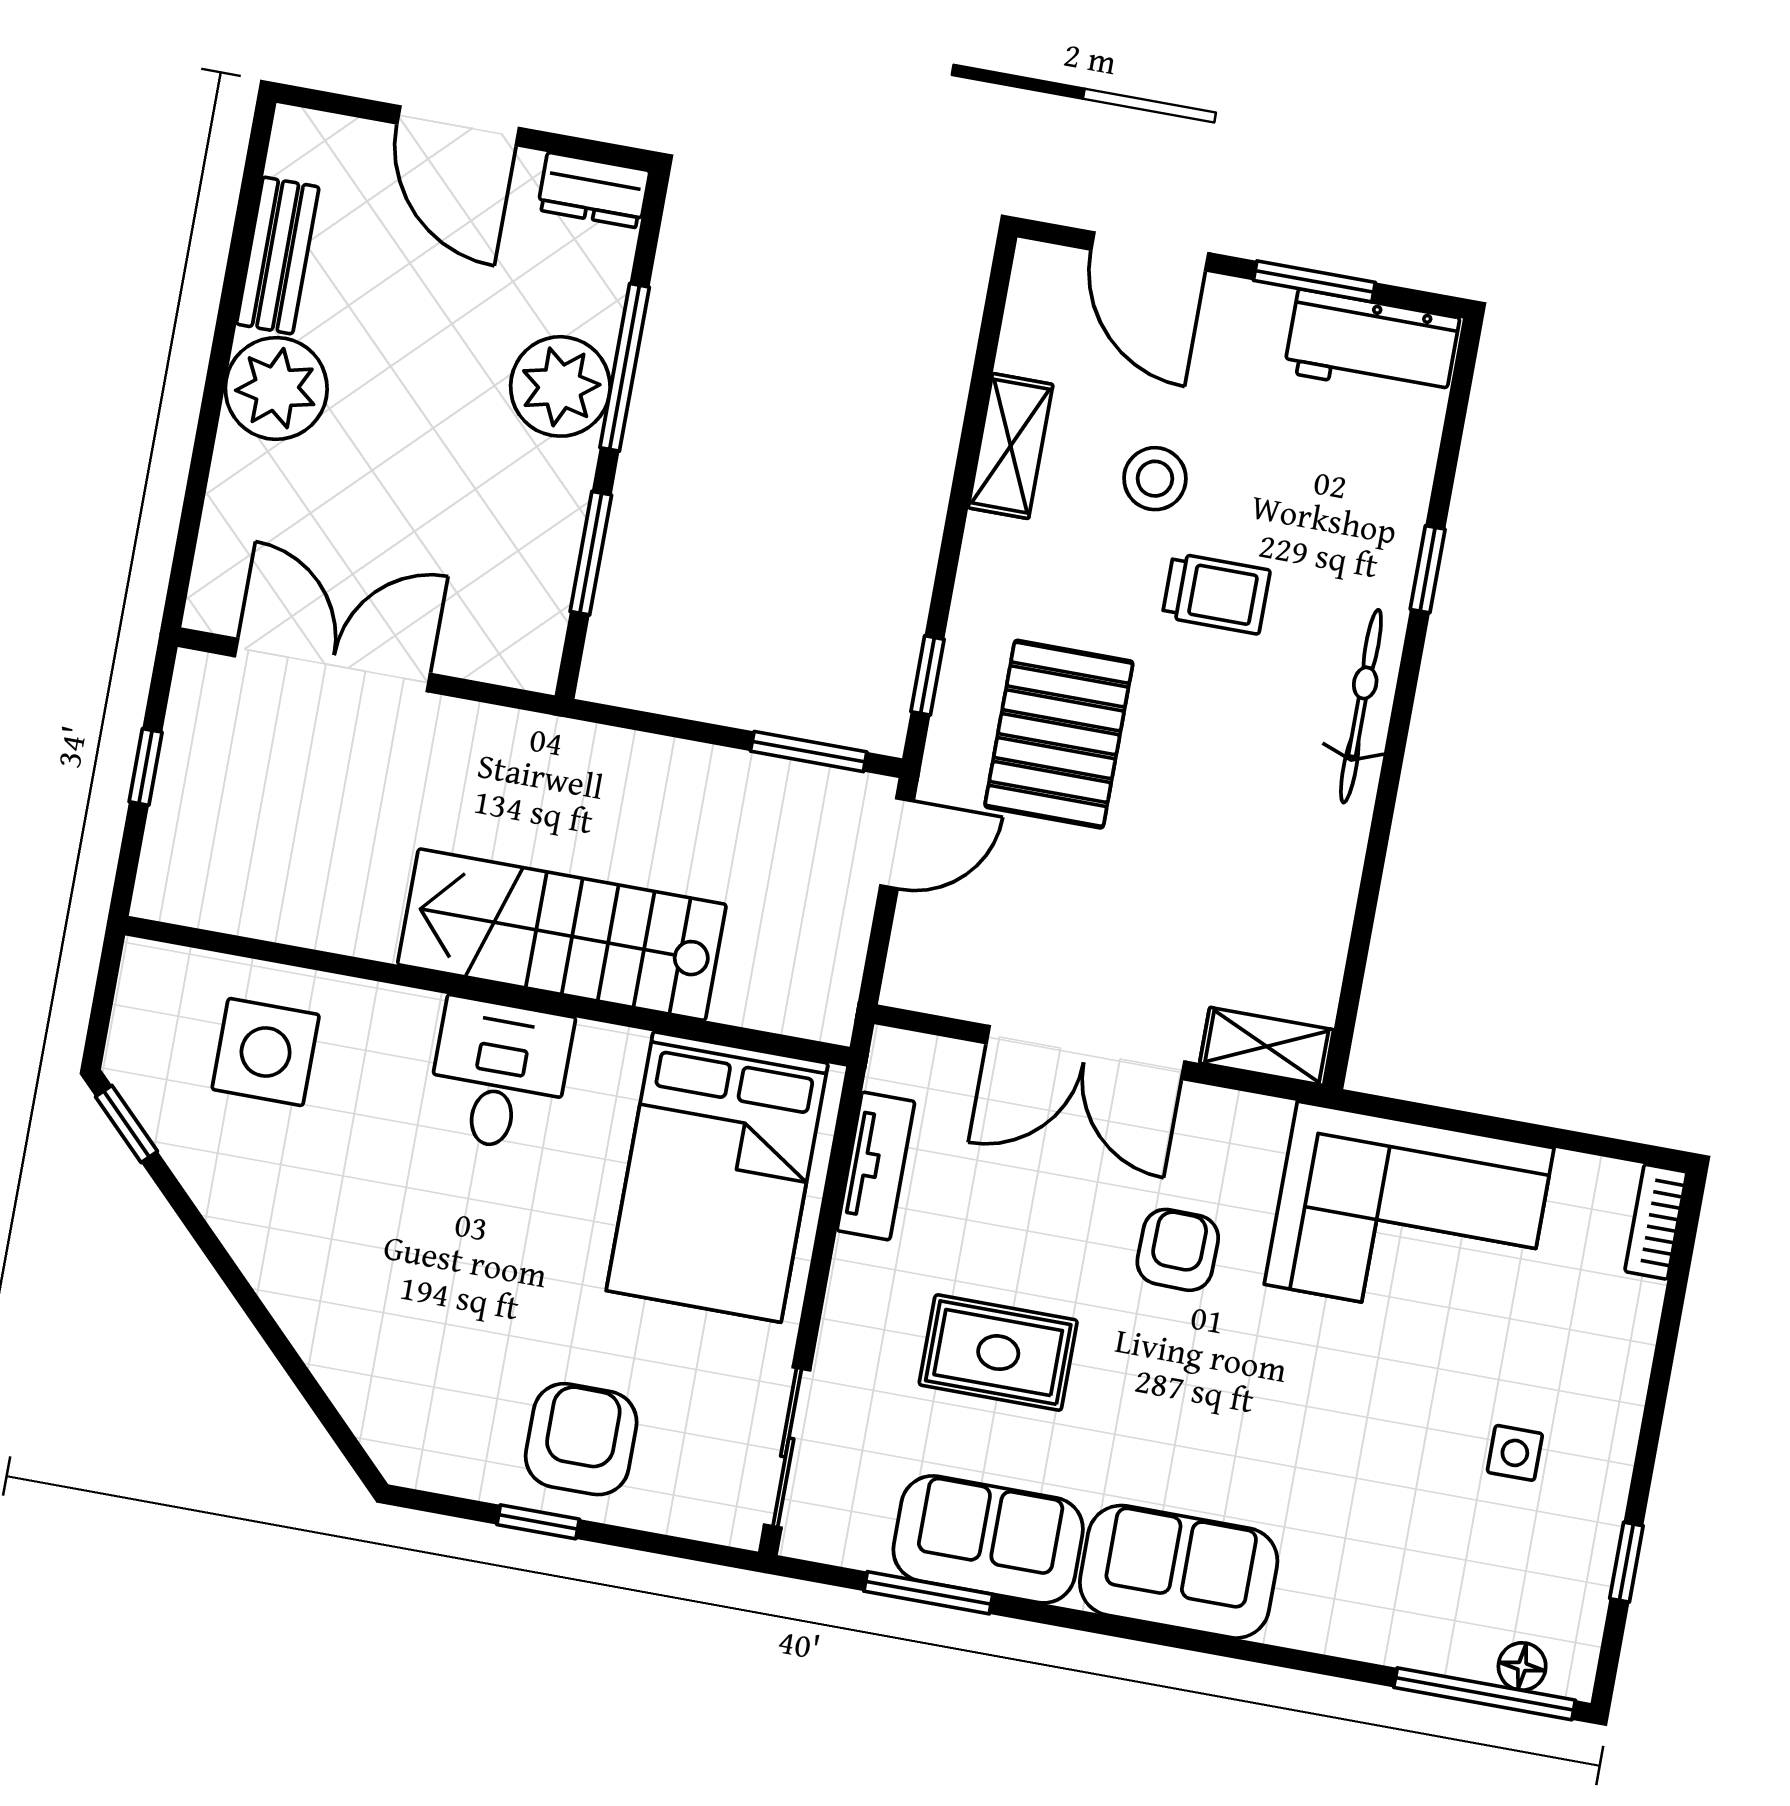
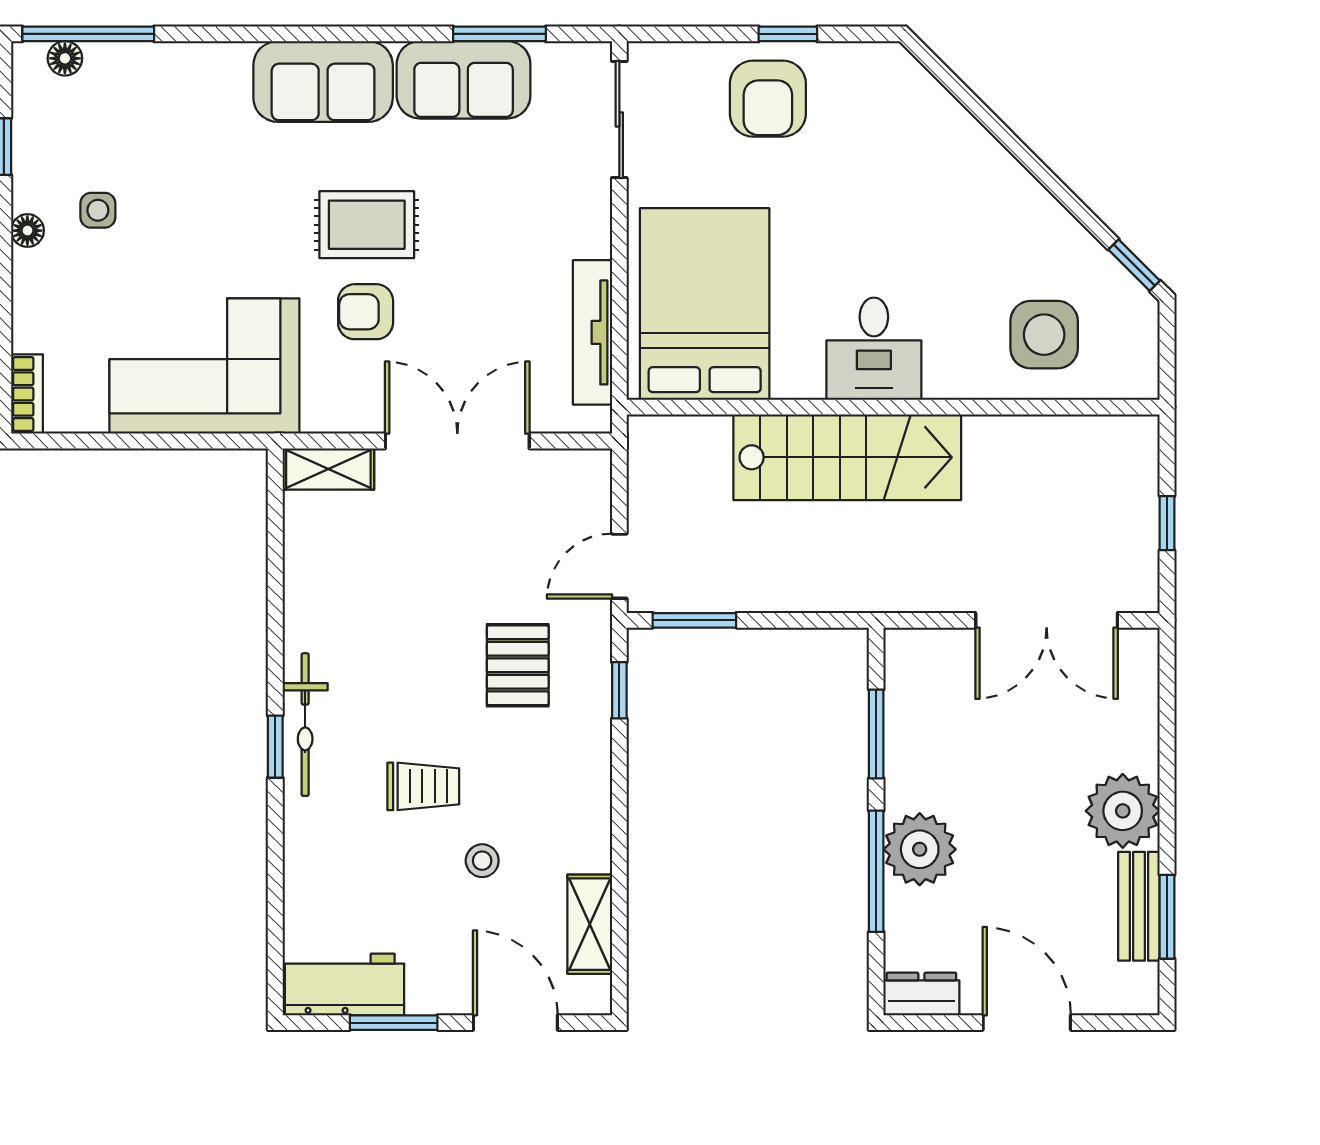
window: (242, 234) -> (1167, 917), added
shelving: (1011, 446) -> (590, 924), moved
stool: (1155, 479) -> (482, 861), width x0.73, depth x0.73
window: (1428, 569) -> (275, 747), moved
trolley: (1216, 594) -> (423, 786), turned 180
pallet: (1059, 734) -> (518, 665), width x0.67, depth x0.71
tv unit: (876, 1166) -> (592, 332), width x1.41
armchair: (1178, 1250) -> (366, 312), turned 89
rug: (998, 1353) -> (367, 225), moved
floor lamp: (1615, 1443) -> (27, 231), added

